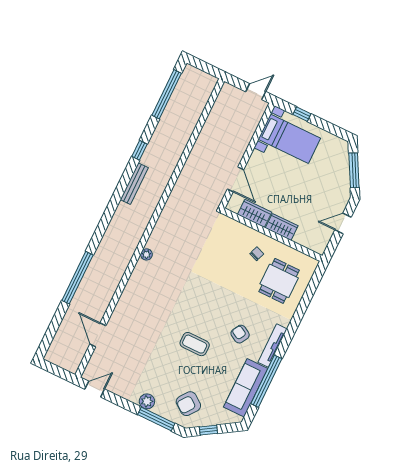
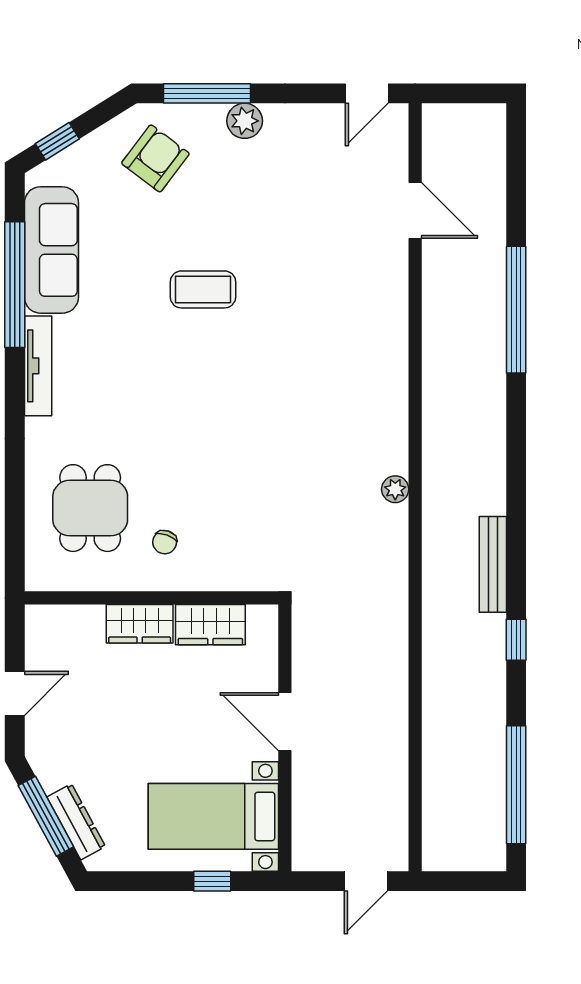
door: (256, 92) -> (366, 881), moved
dresser: (343, 162) -> (76, 822), added
door: (236, 179) -> (285, 722), moved
plant: (146, 254) -> (395, 489), moved
armchair: (240, 334) -> (118, 357), removed
window: (208, 430) -> (57, 141), moved

